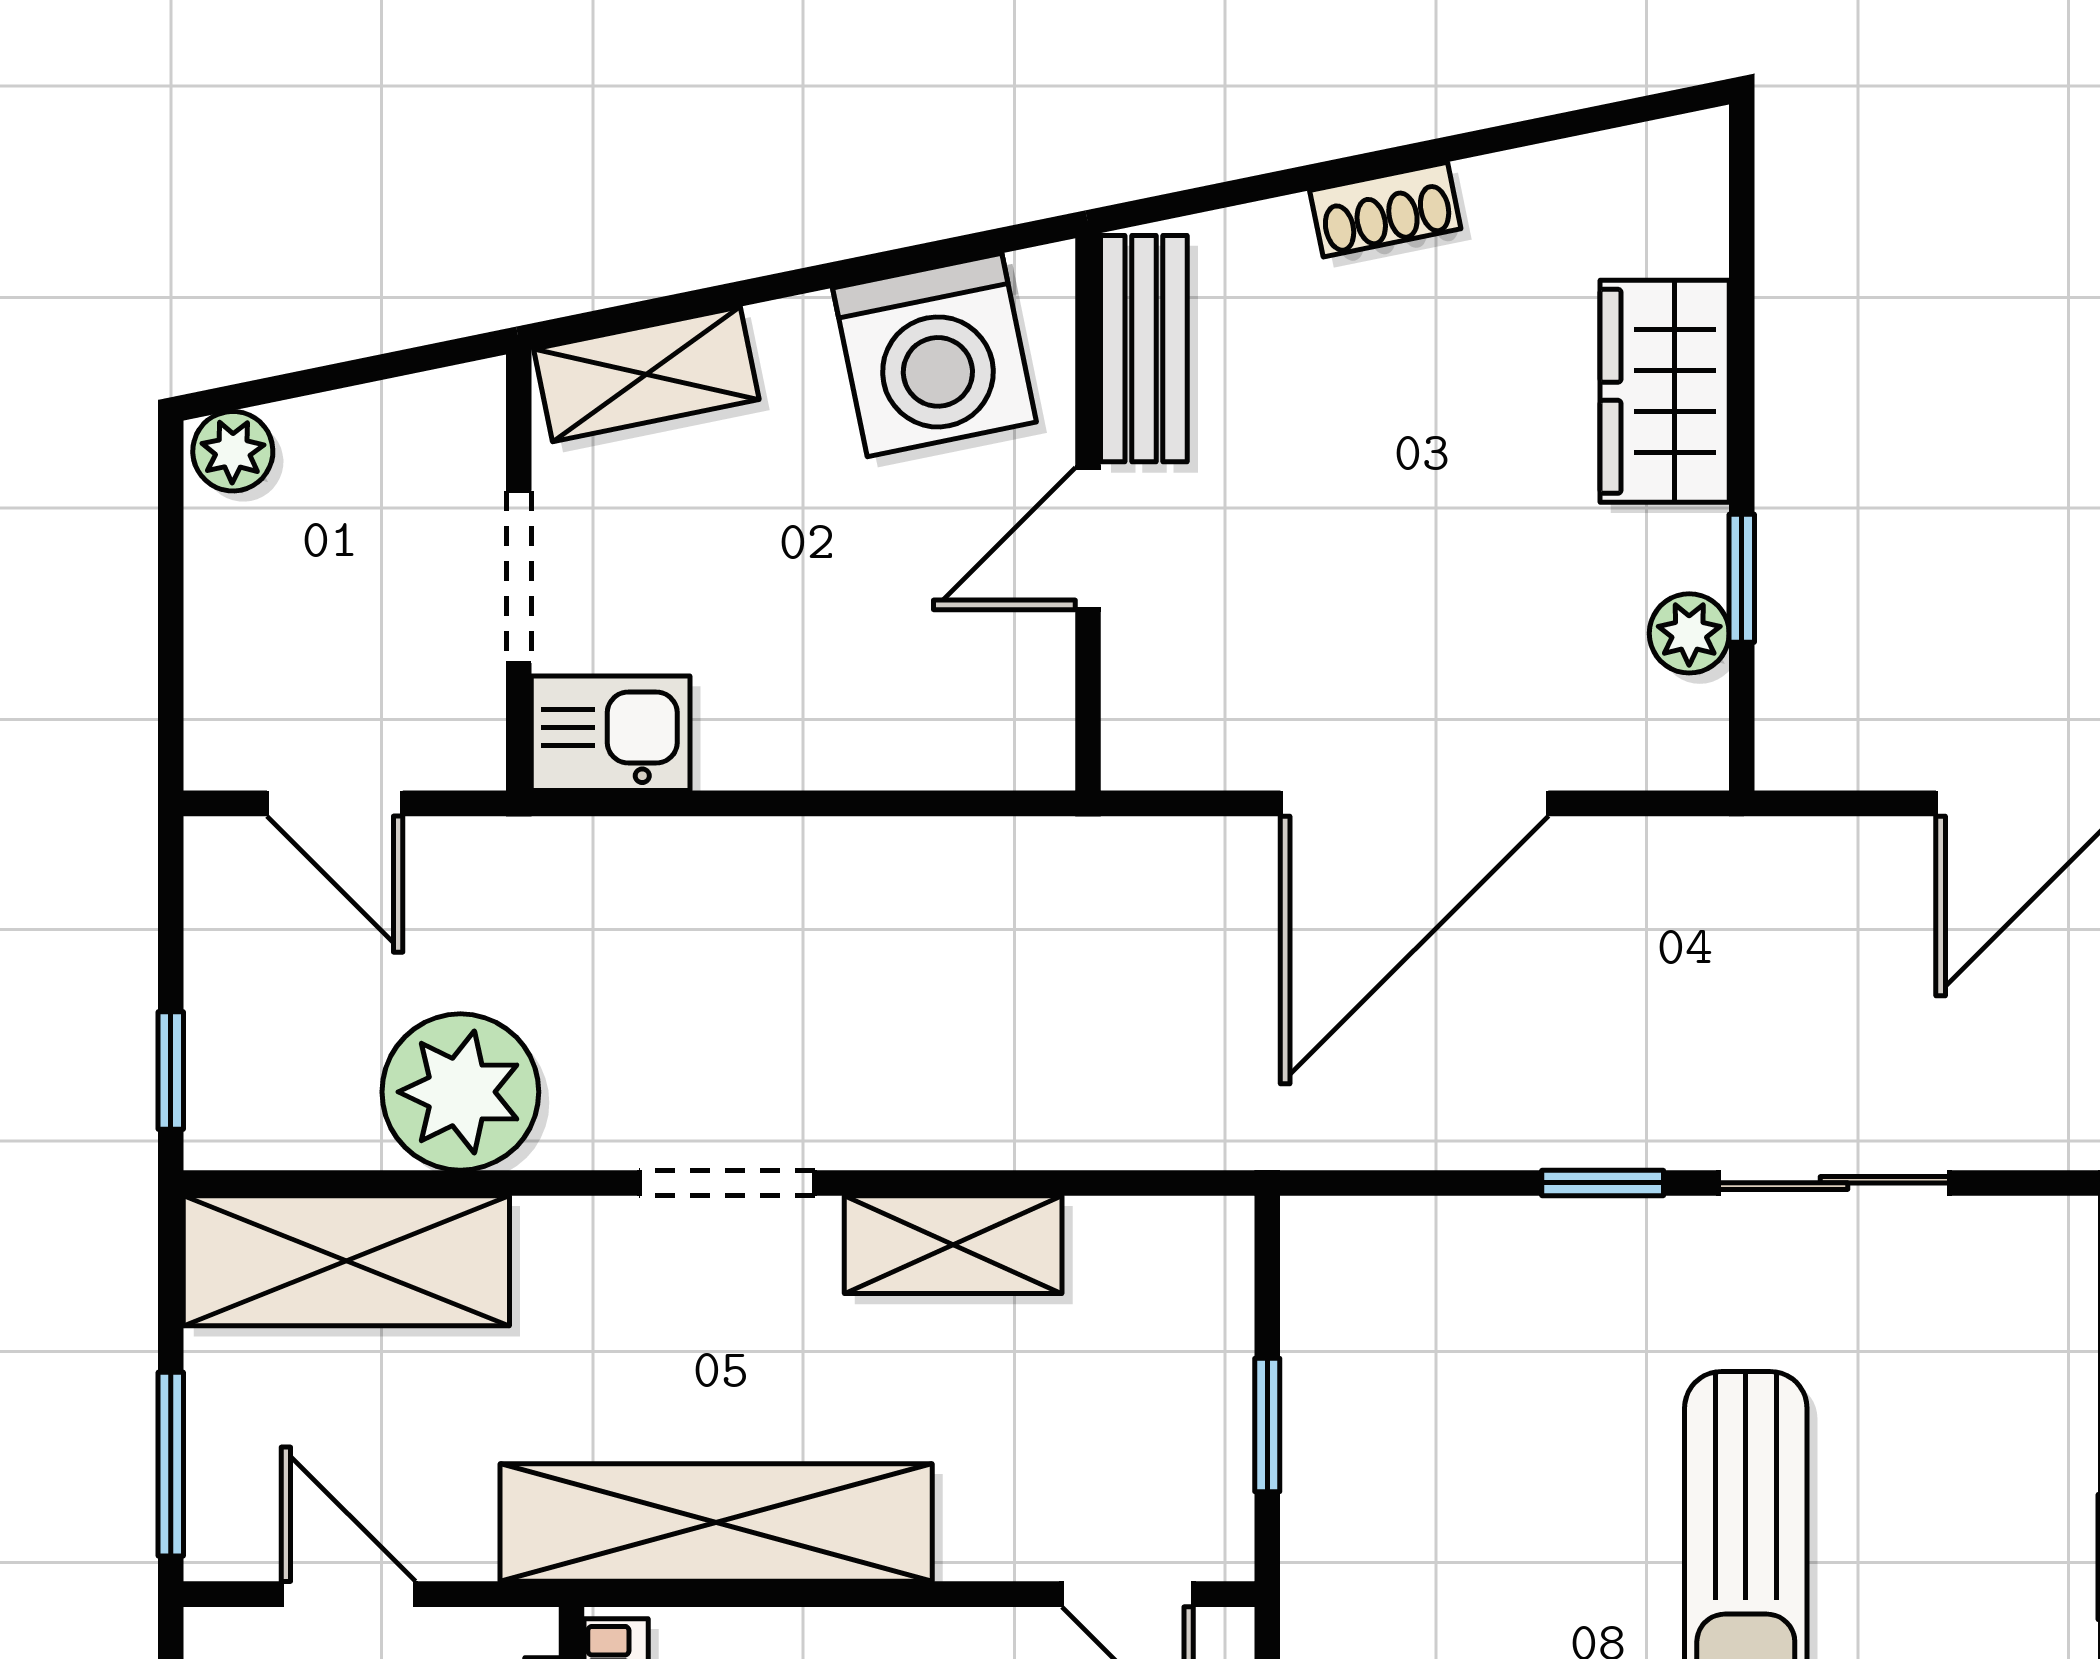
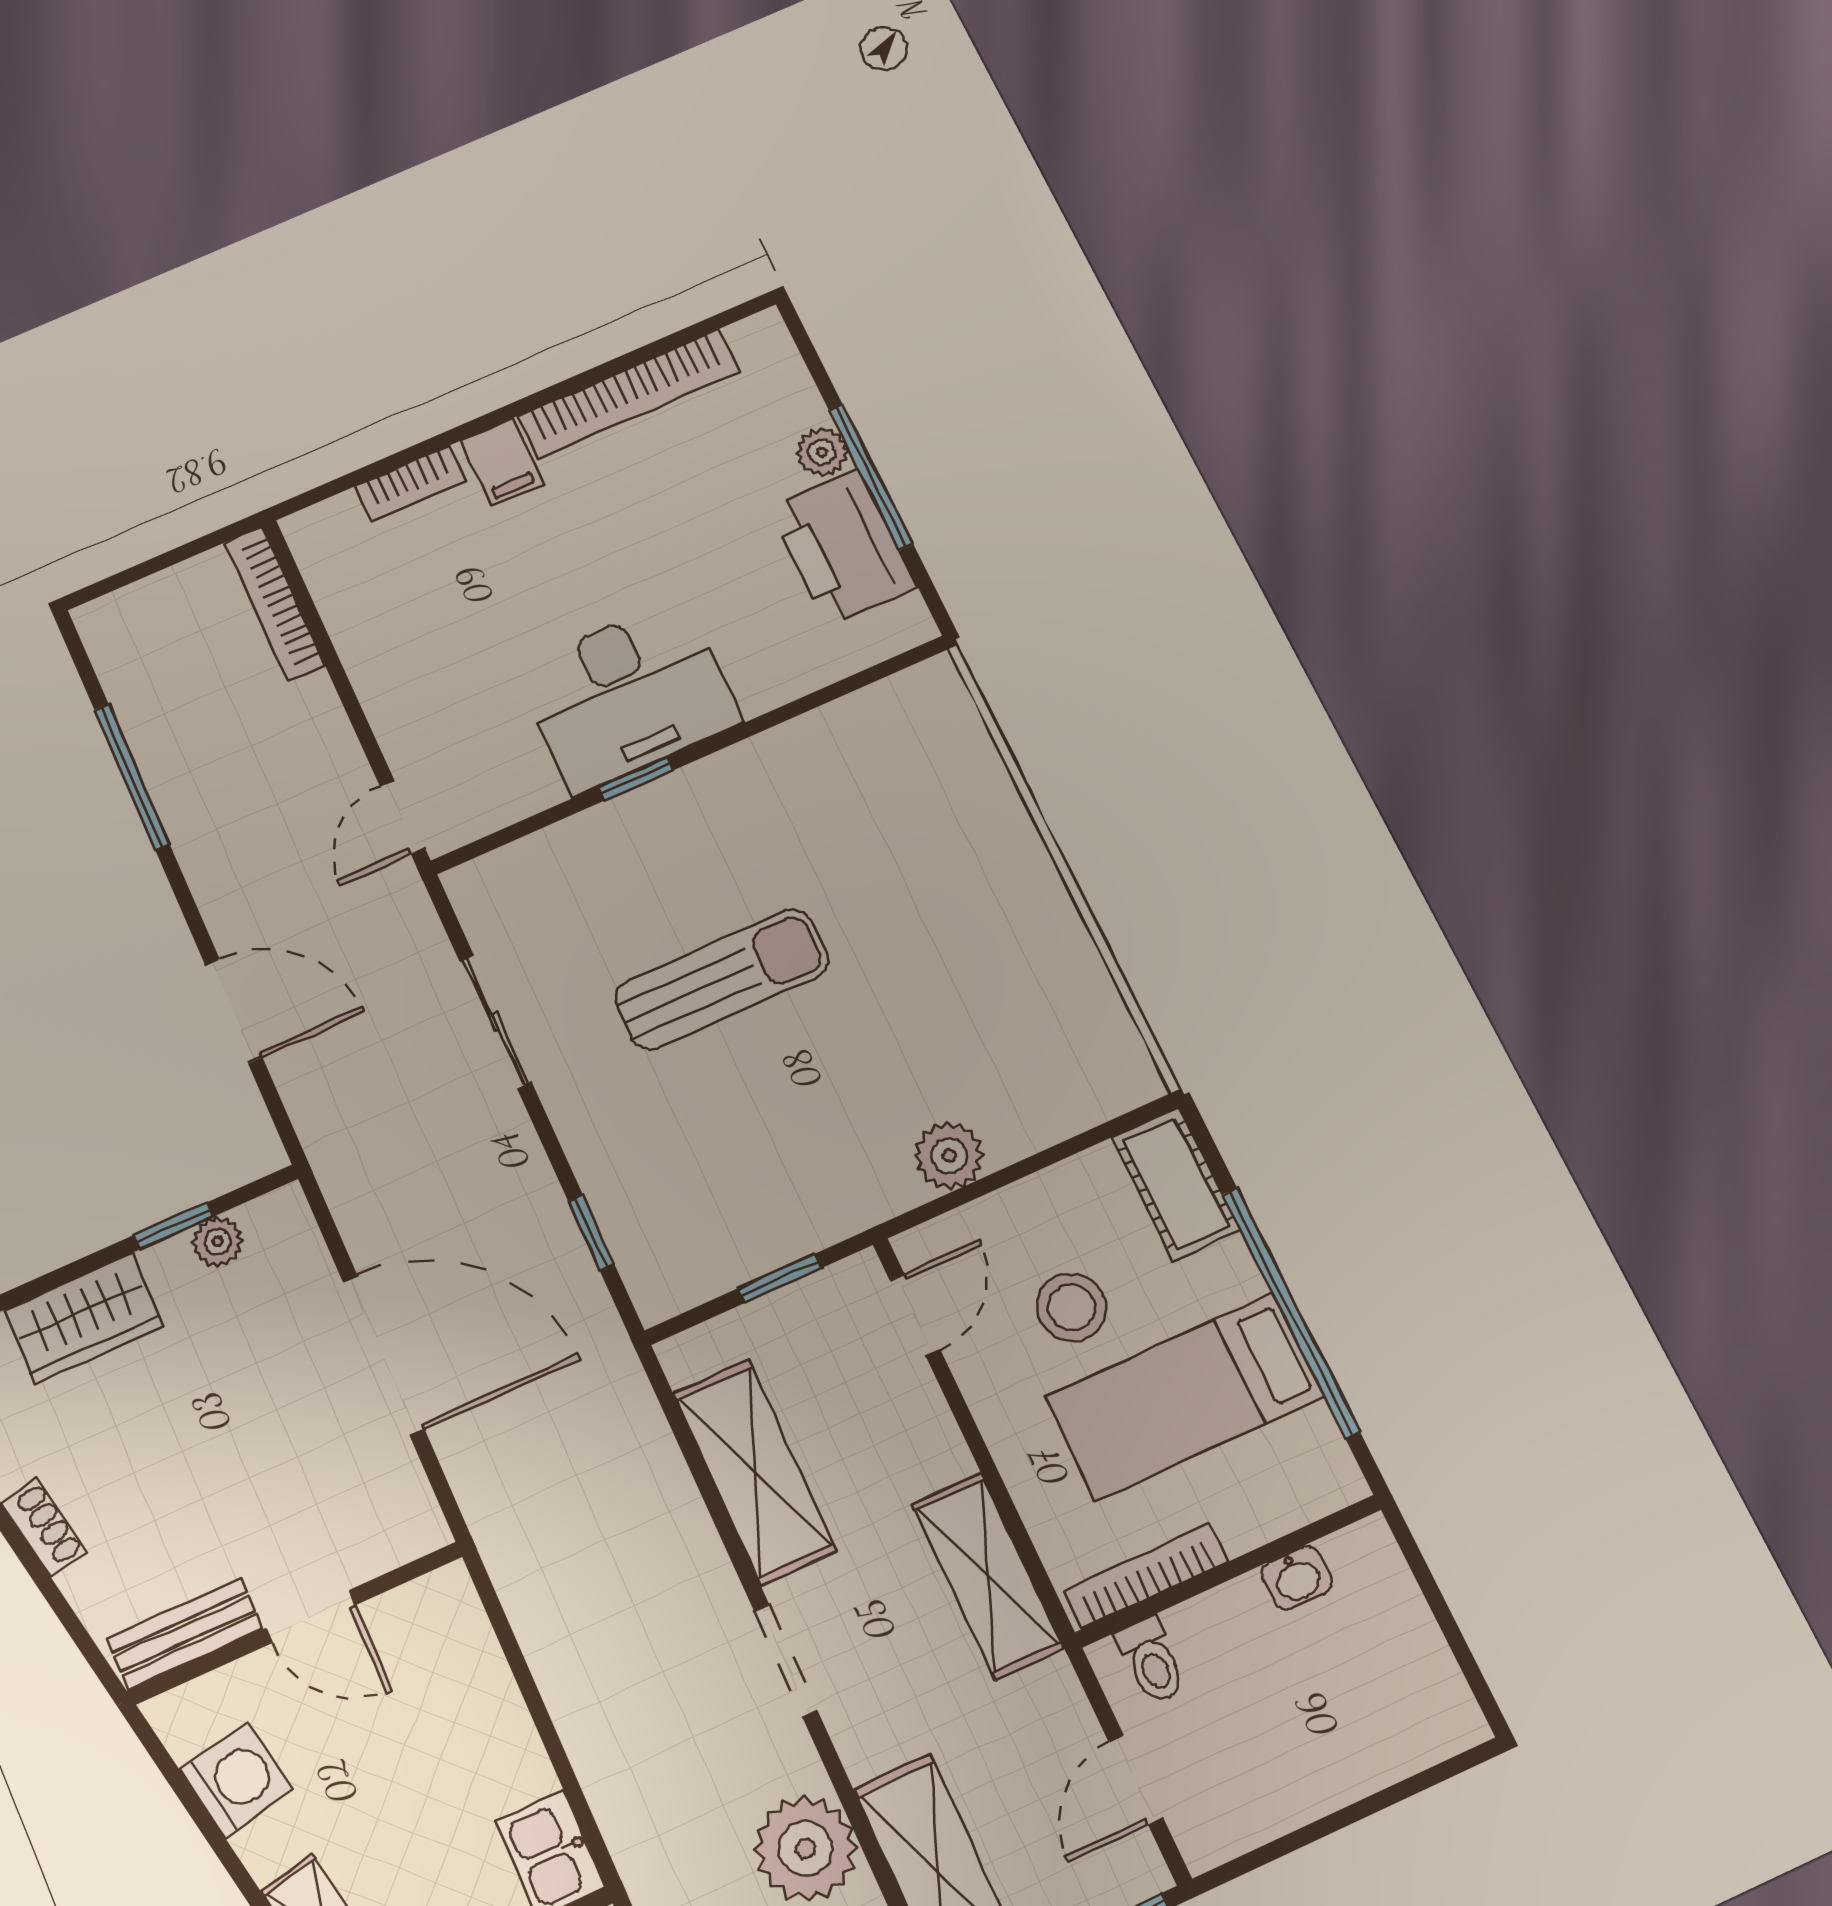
washing machine: (934, 355) -> (237, 1780), width x0.73, depth x0.73
window: (1603, 1183) -> (591, 1233), moved
shelving: (953, 1245) -> (755, 1472), width x1.50, depth x1.33
shelving: (716, 1523) -> (988, 1576), width x0.68

